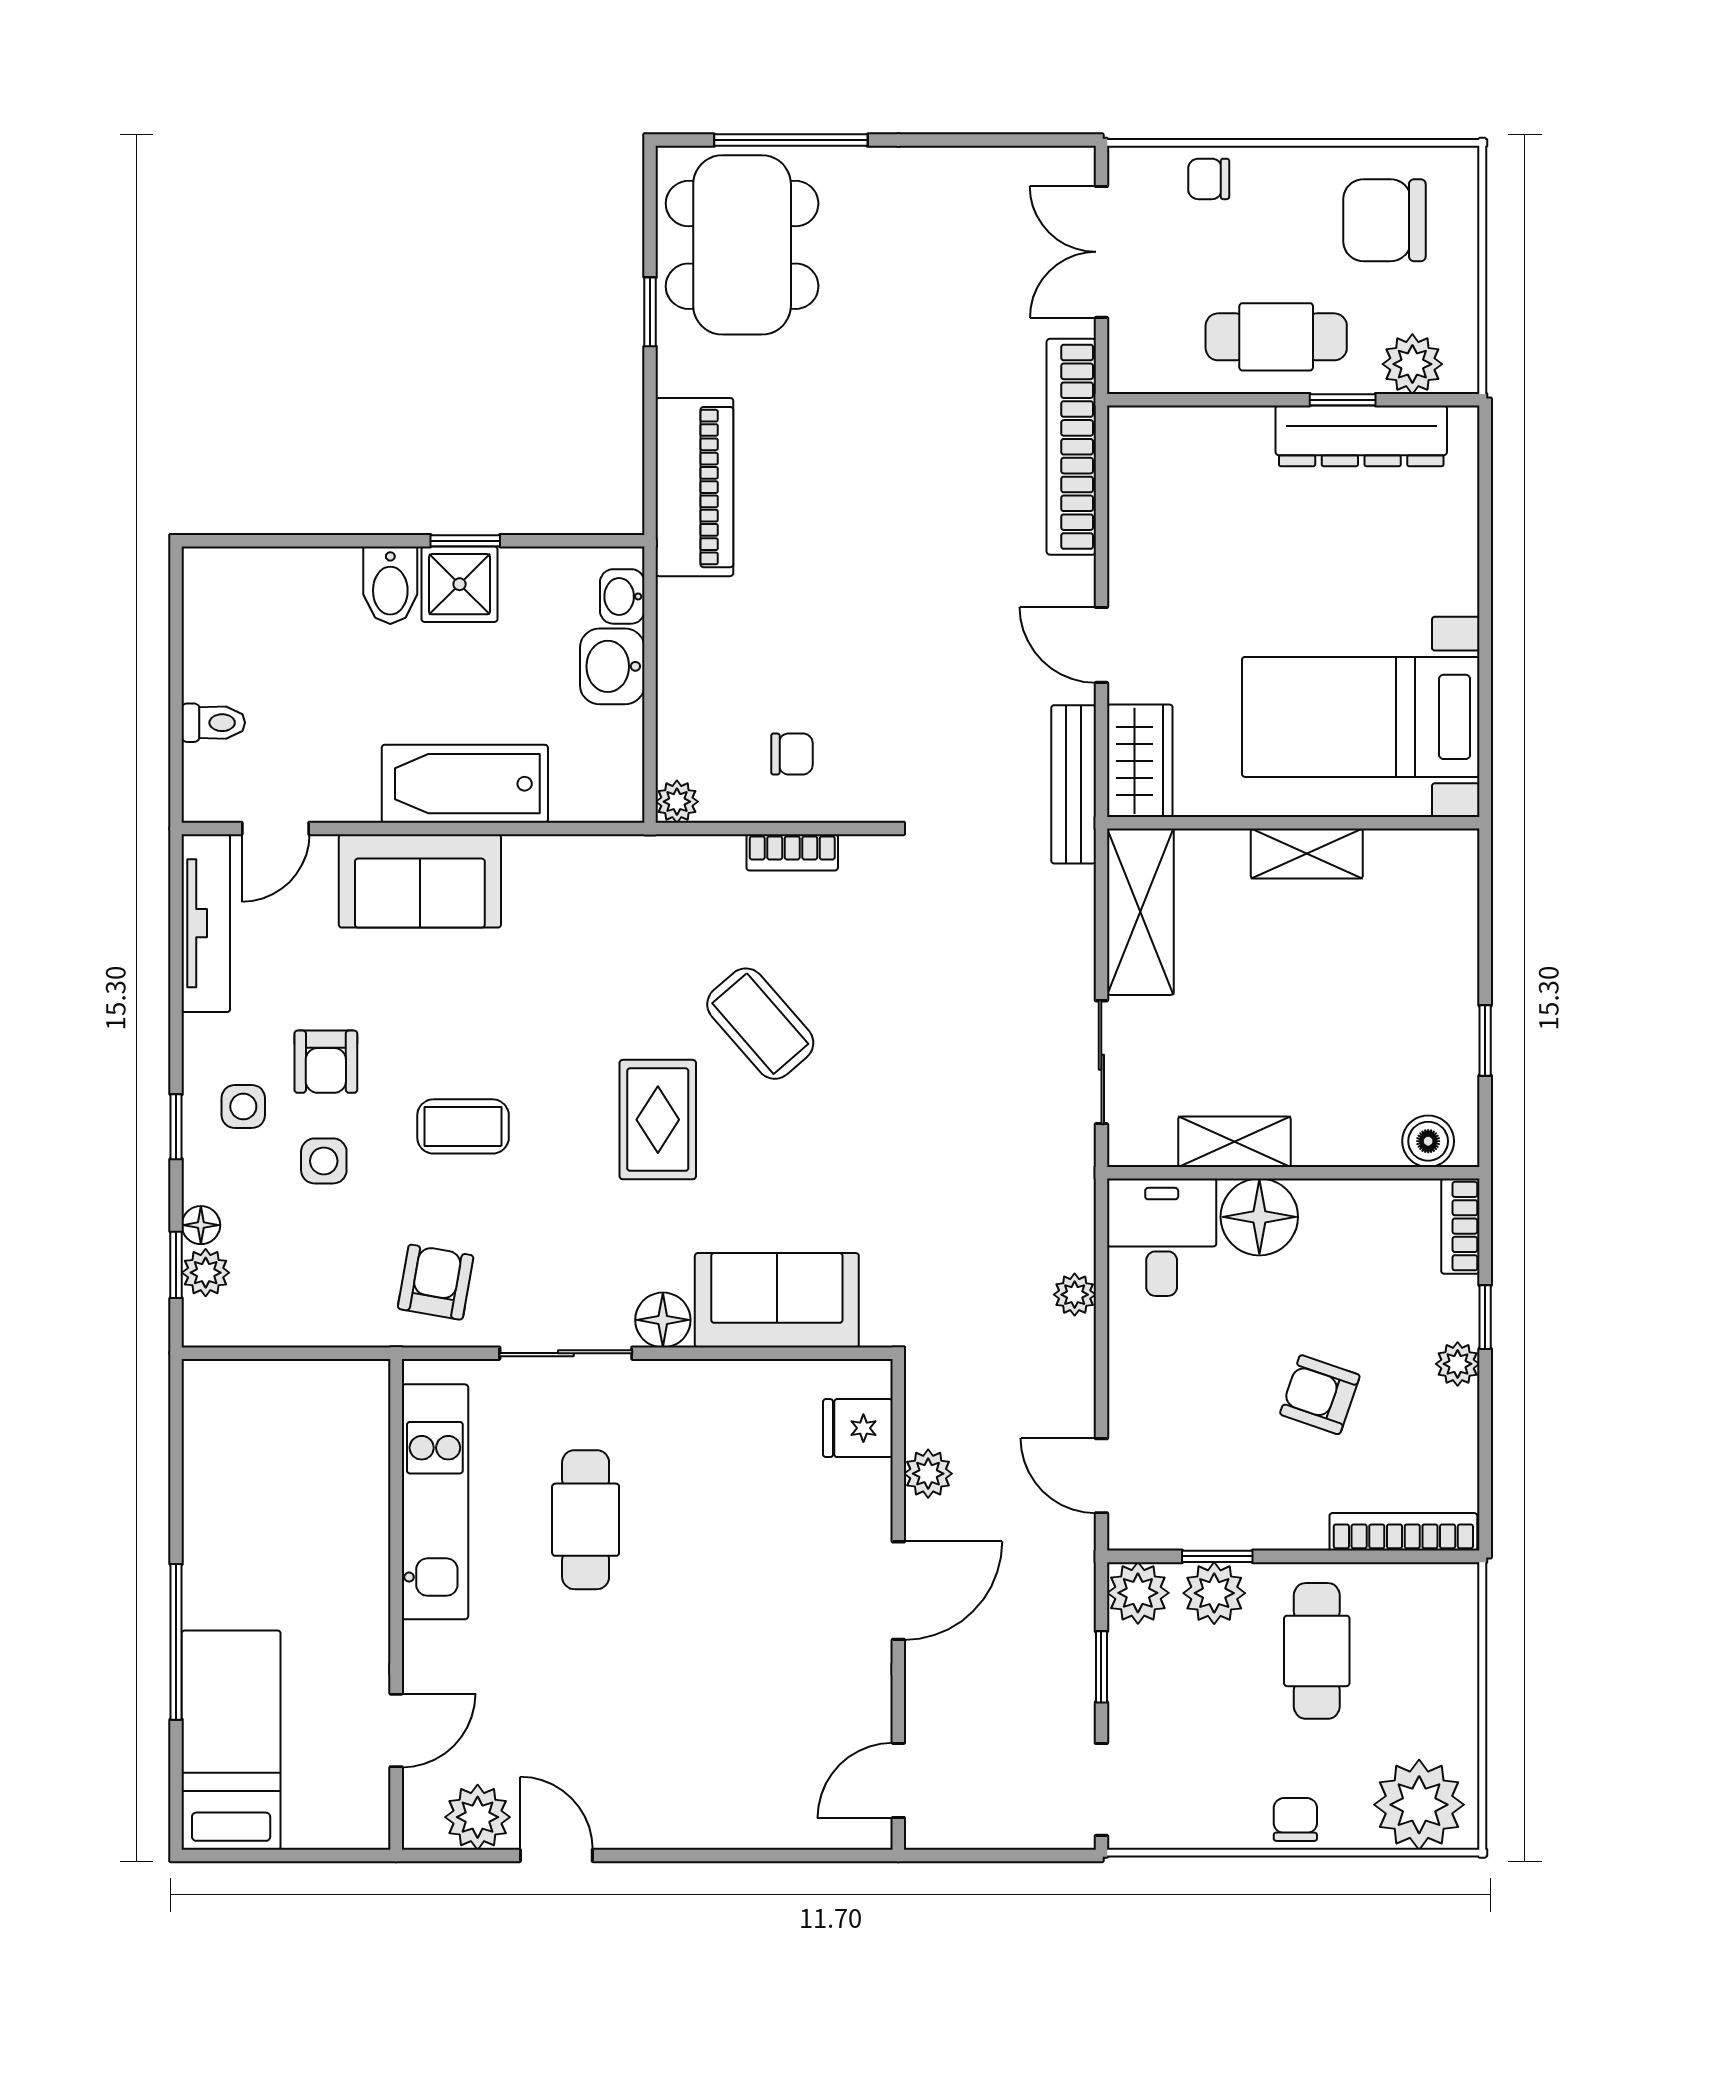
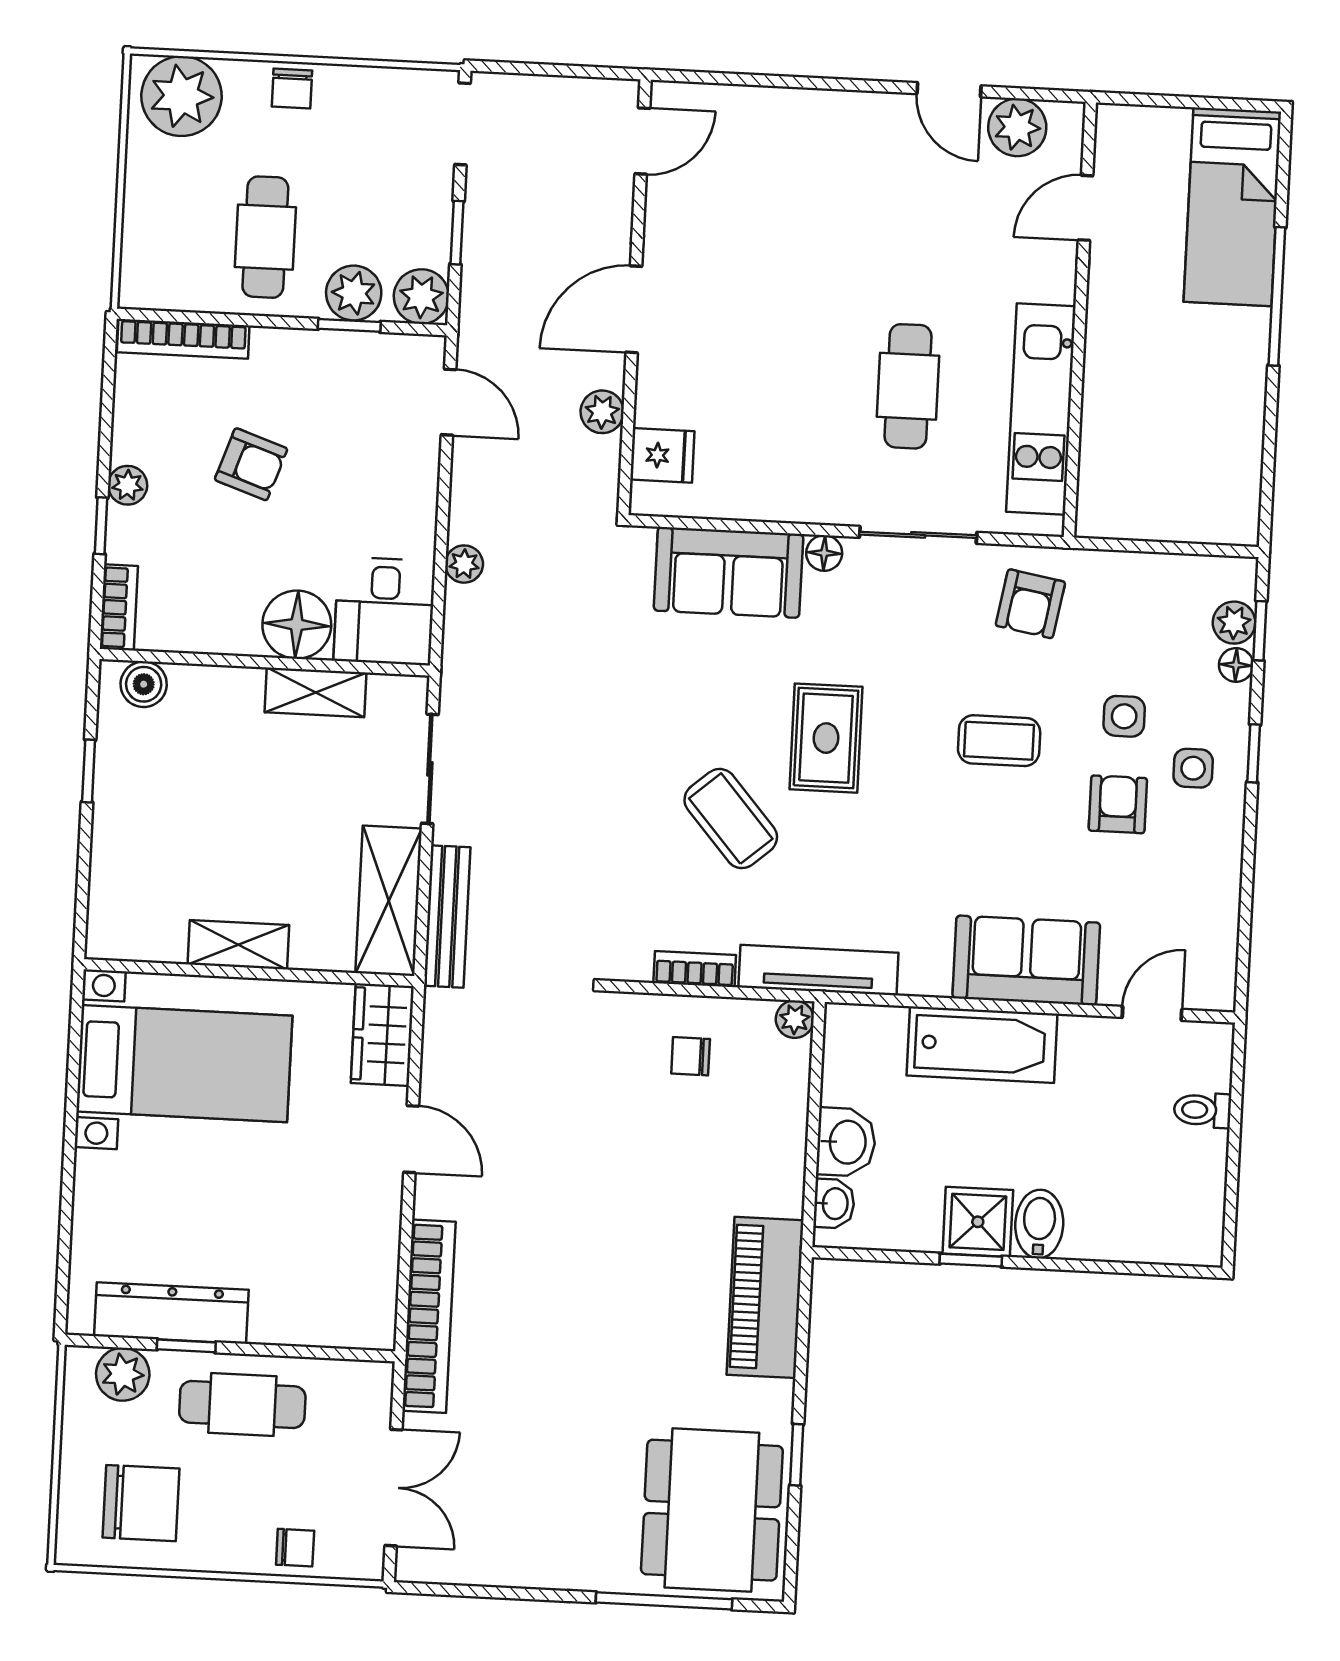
bench: (1074, 784) -> (447, 917), moved
tv unit: (206, 923) -> (818, 970), moved, turned 90
floor lamp: (663, 1320) -> (824, 553), width x0.73, depth x0.73

